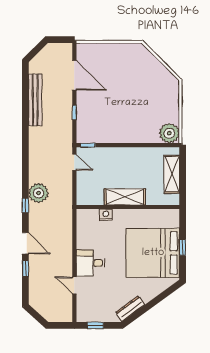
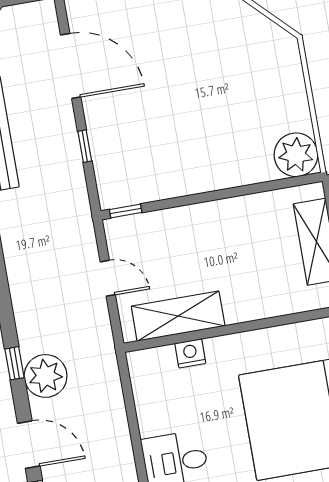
door: (74, 162) -> (108, 278), moved
plant: (39, 193) -> (46, 376), moved
shelving: (125, 197) -> (178, 316), moved

